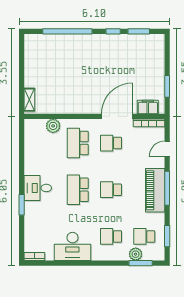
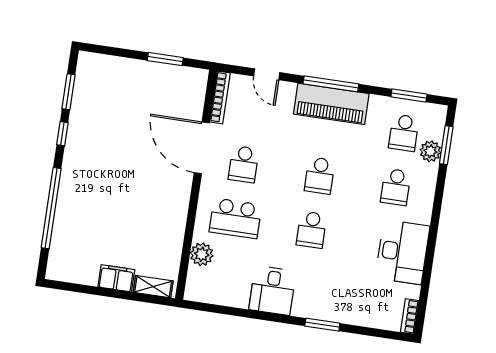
filing cabinet: (148, 107) -> (116, 278), moved, turned 90
desk: (38, 188) -> (272, 290), moved
school desk: (78, 190) -> (312, 230), width x0.54

